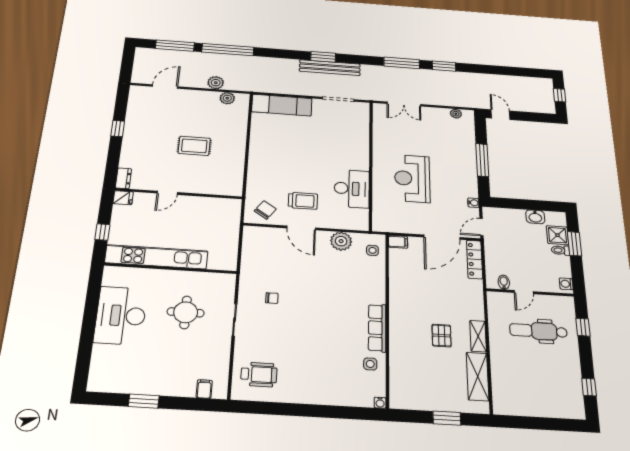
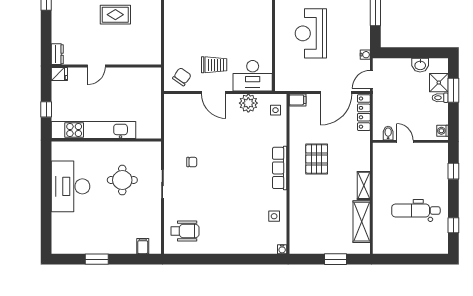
desk: (352, 189) -> (253, 76), moved, turned 90
door: (524, 292) -> (405, 141), swing flipped
row of seats: (377, 328) -> (280, 168), moved
dental chair: (538, 331) -> (416, 210), moved
pallet: (442, 336) -> (317, 159), moved, width x1.50, depth x1.42

